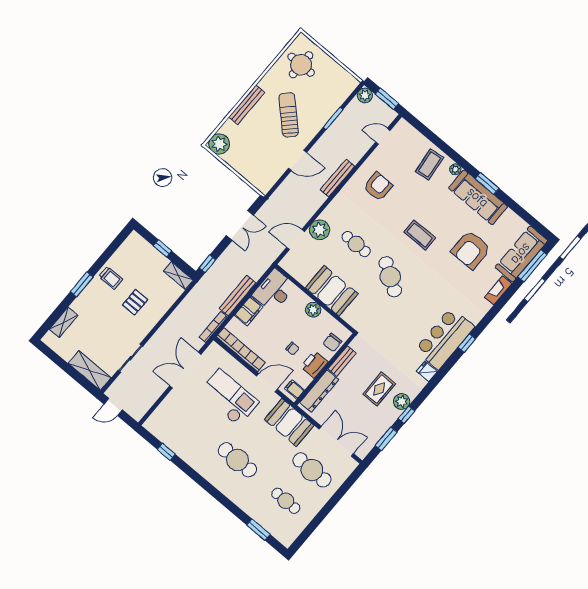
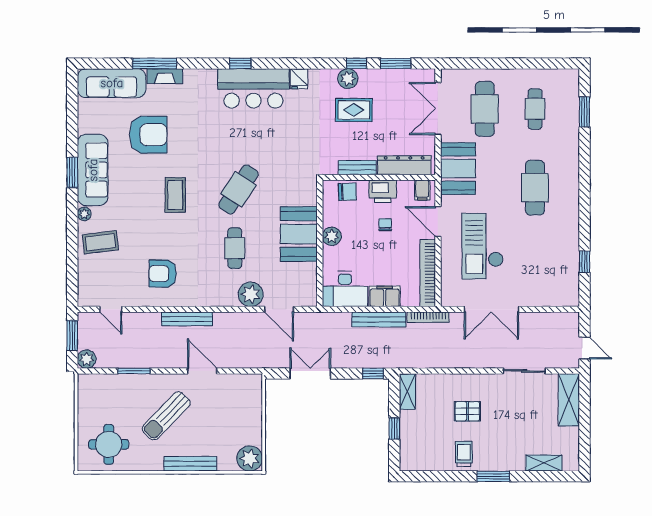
window: (532, 266) -> (155, 63), moved

